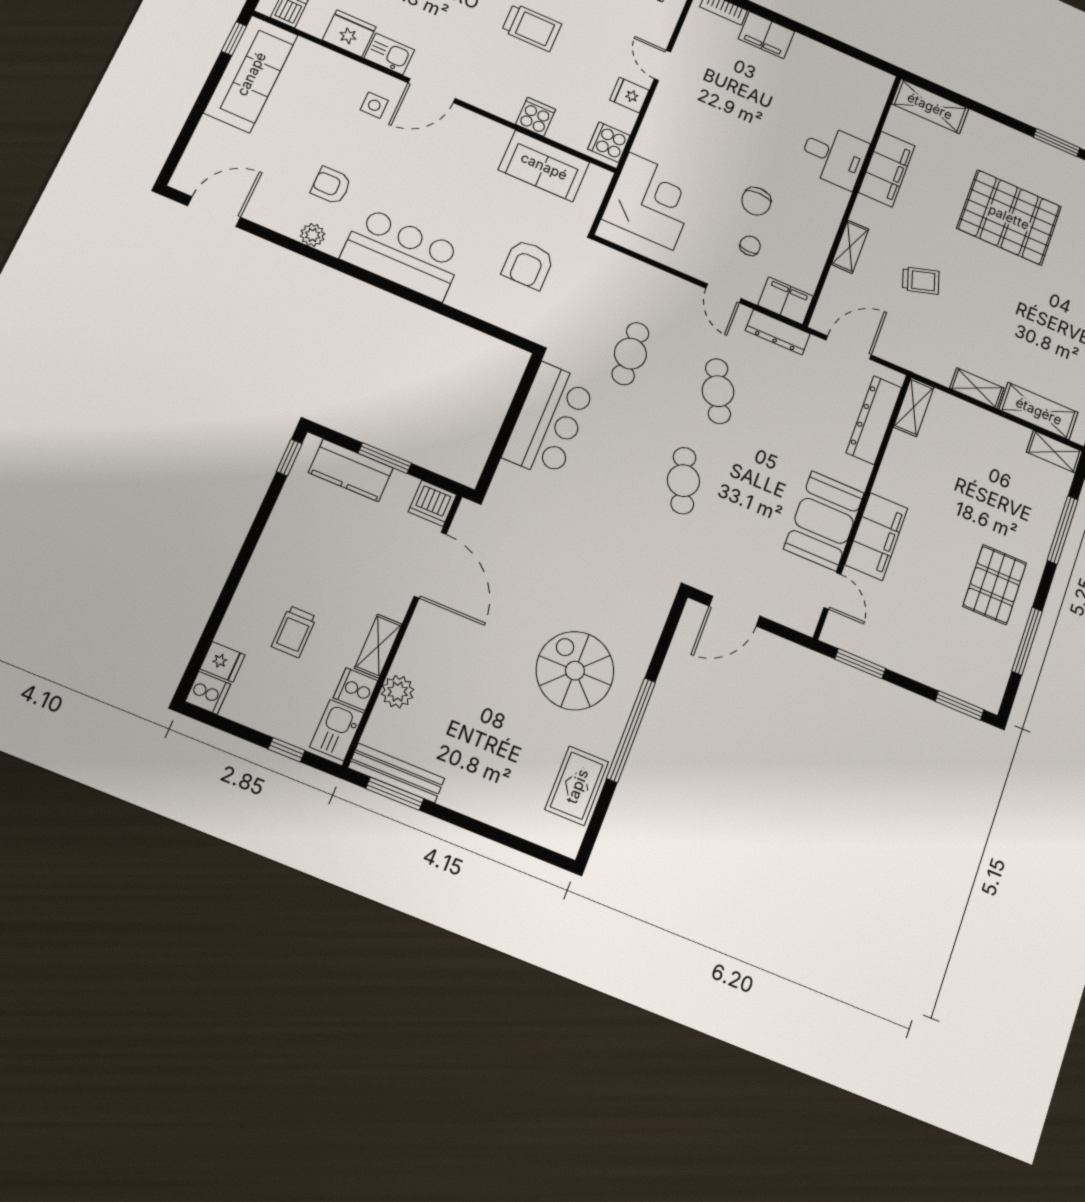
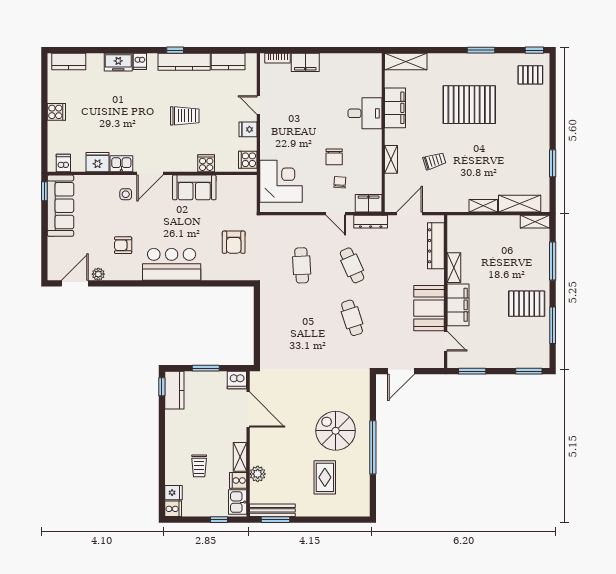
sofa: (544, 166) -> (194, 187), moved
plant: (313, 235) -> (98, 274), moved
shelving: (914, 407) -> (454, 268), moved
bar counter: (549, 421) -> (276, 316), removed
kitchen counter: (351, 470) -> (174, 390), moved, turned -90
pallet: (995, 585) -> (527, 304), turned 90
rug: (577, 786) -> (325, 477), moved

